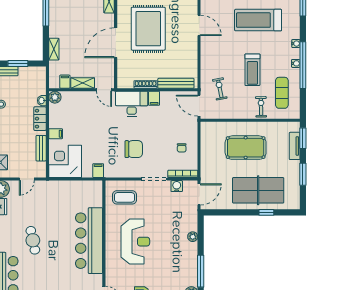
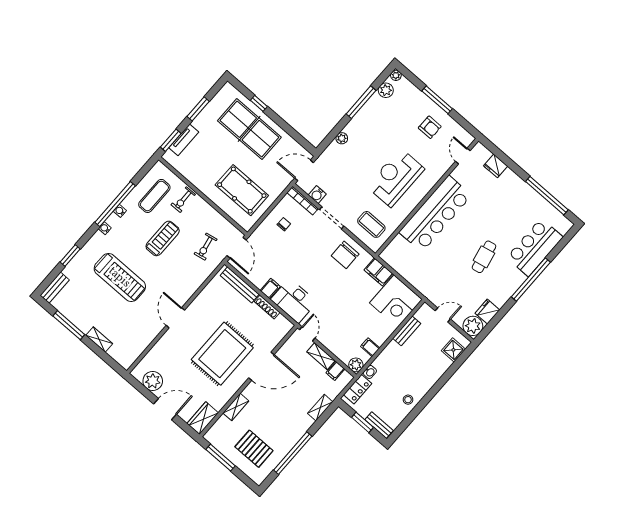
locker: (40, 119) -> (358, 389), moved
filing cabinet: (56, 134) -> (370, 347), moved
pool table: (246, 148) -> (242, 190), moved
chair: (134, 149) -> (345, 255), moved, turned -90
filing cabinet: (98, 171) -> (379, 272), width x2.00

